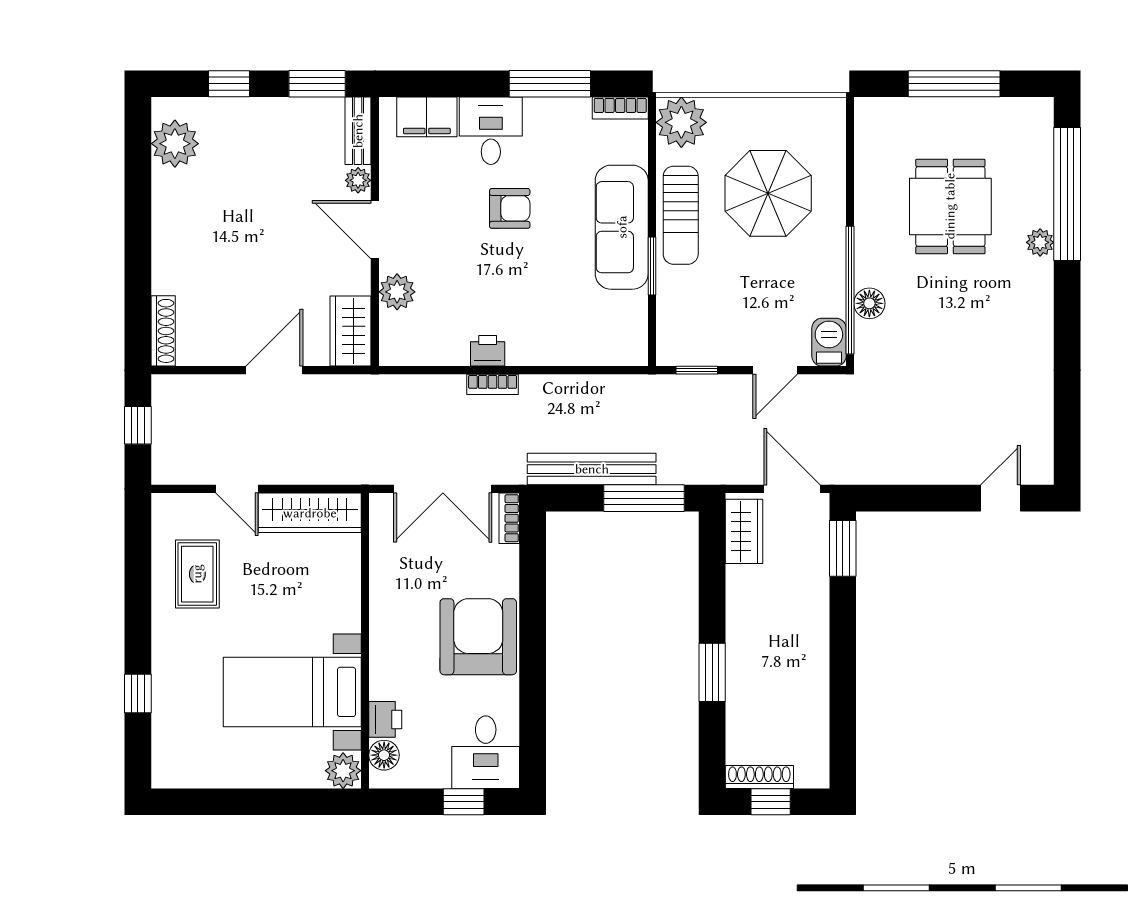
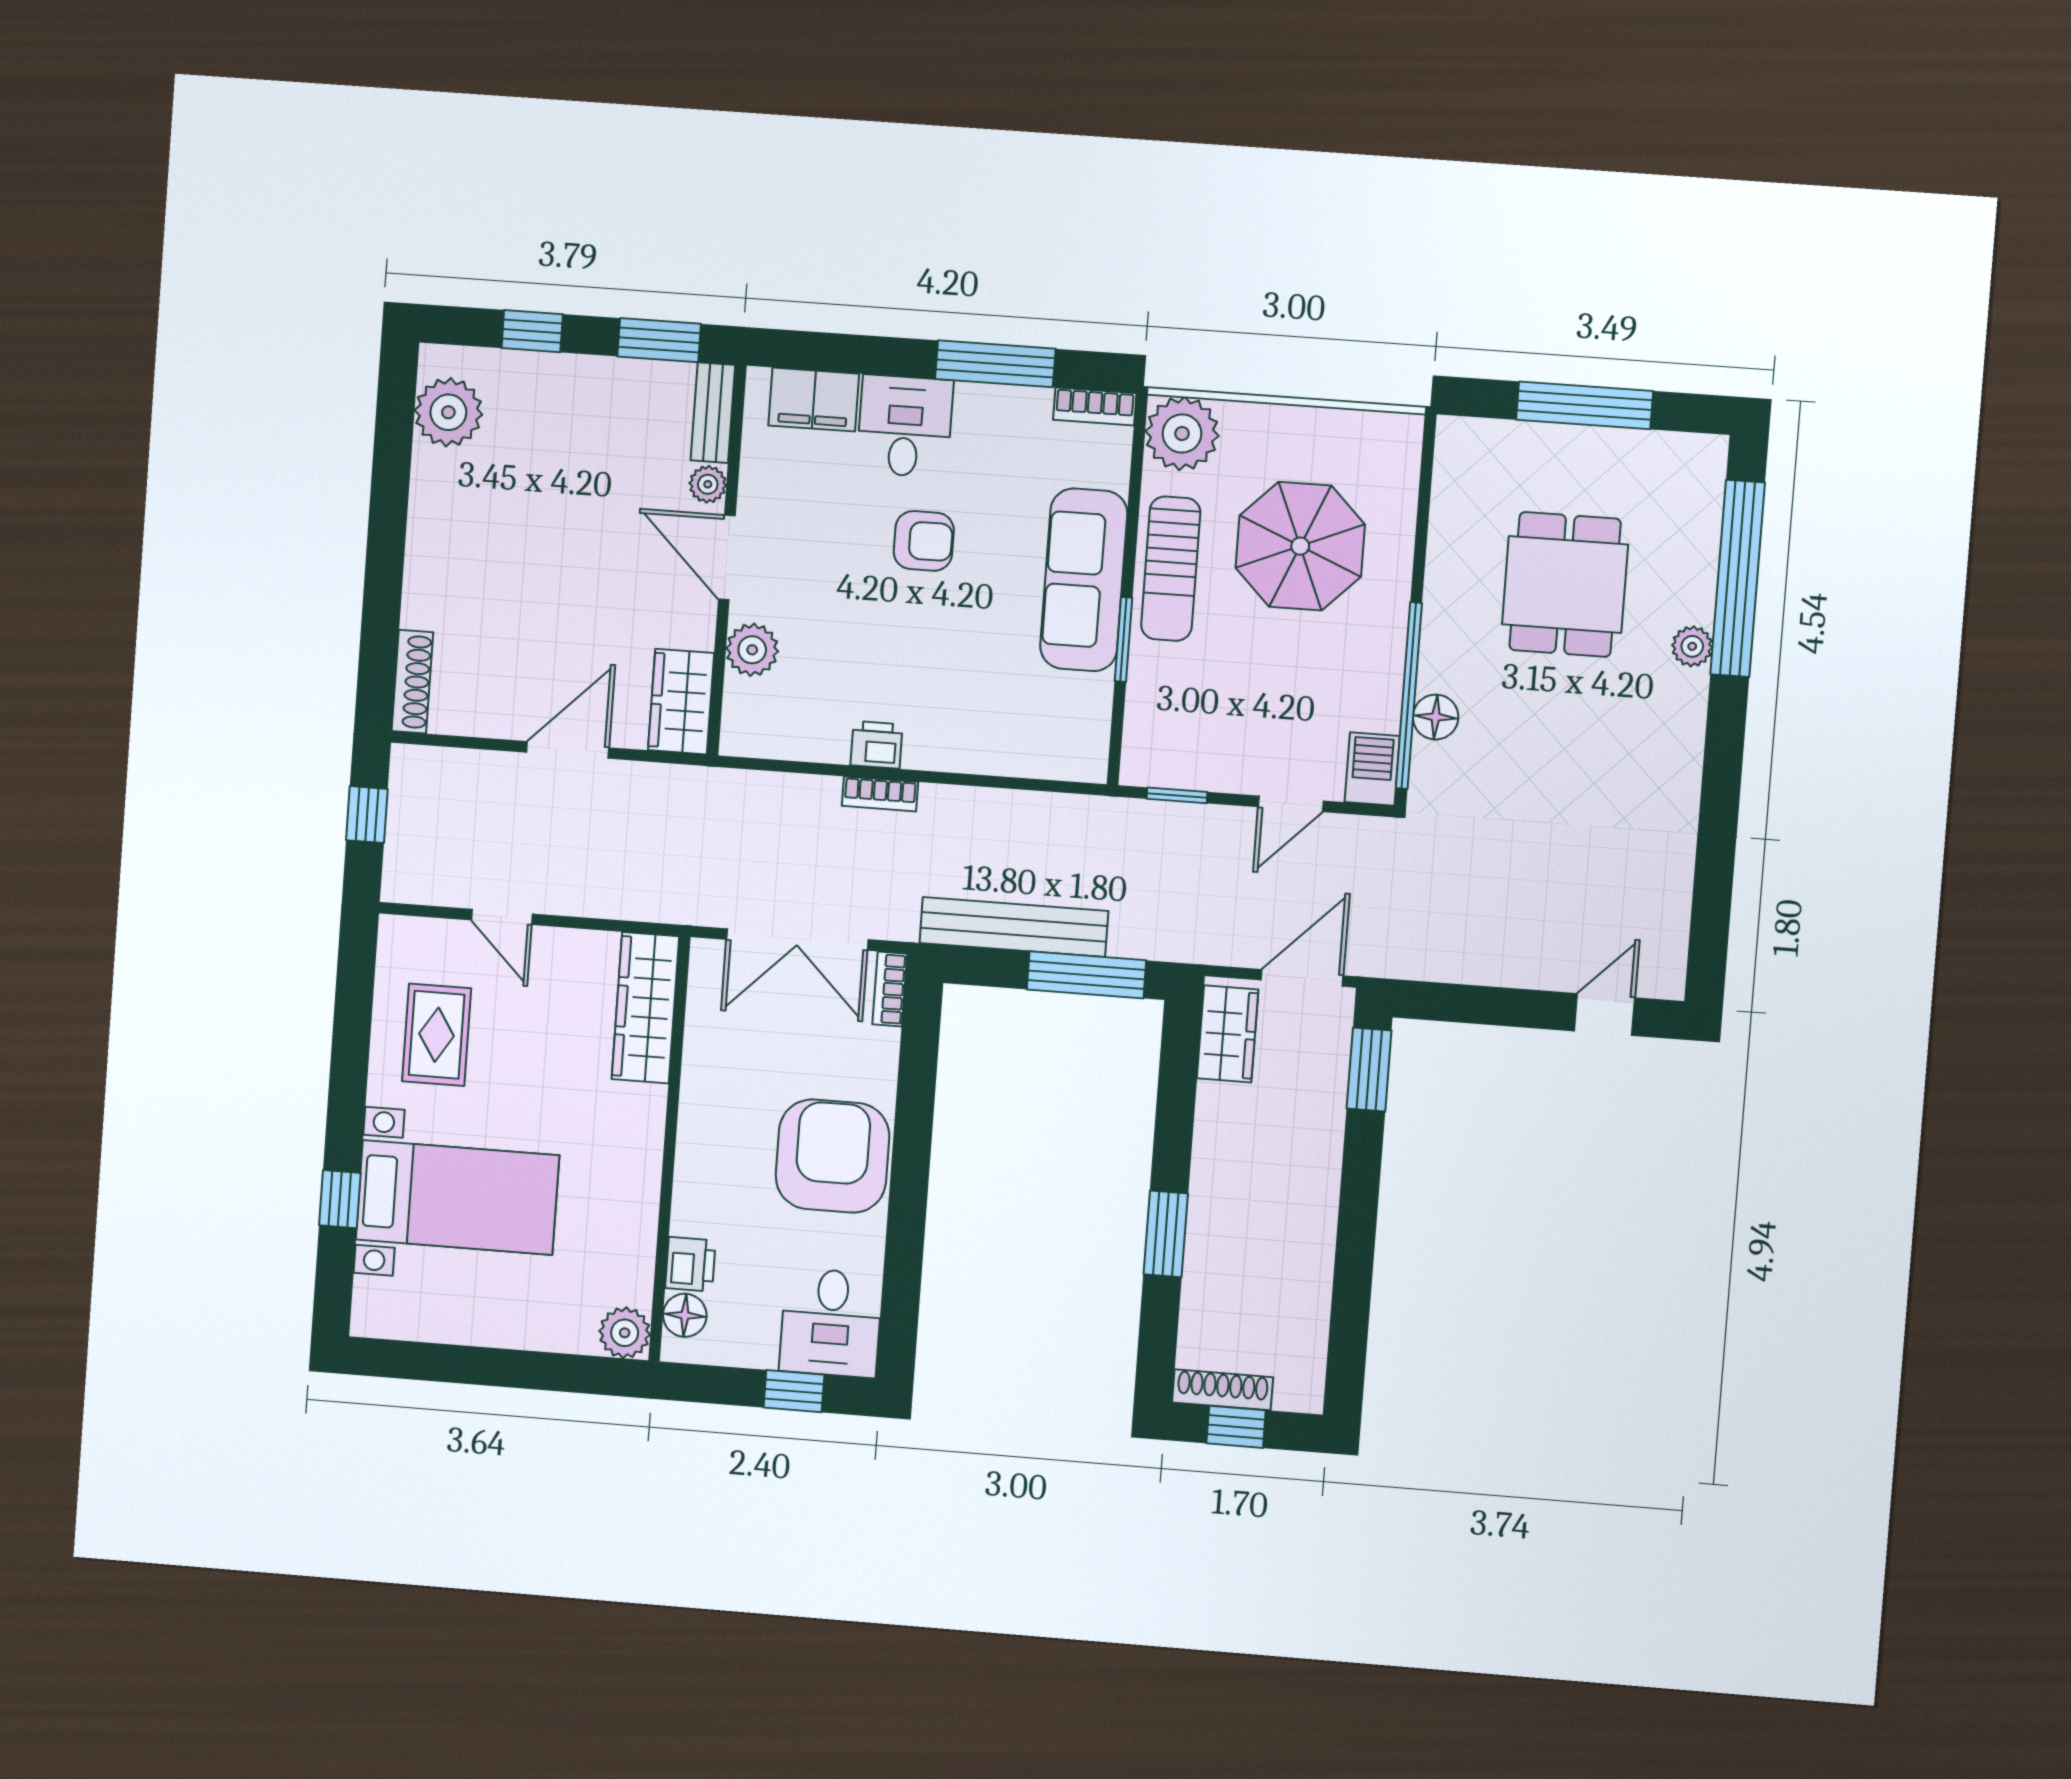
door: (792, 489) -> (1302, 978), hinge flipped
wardrobe: (310, 513) -> (645, 1008), moved, turned 90
bed with nightstands: (292, 692) -> (457, 1197), moved, turned 180

